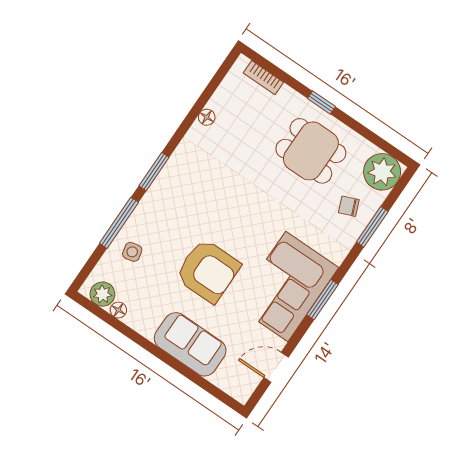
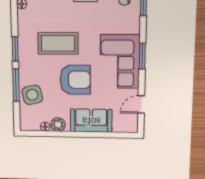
coffee table: (219, 204) -> (58, 43), added
side table: (132, 252) -> (32, 95), width x1.87, depth x1.87
plant: (102, 294) -> (58, 125), moved

